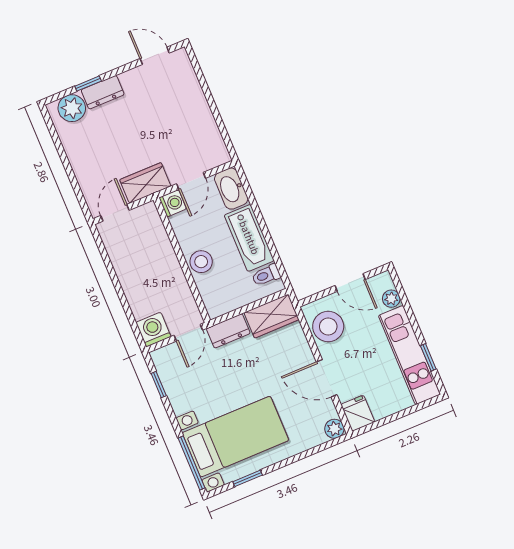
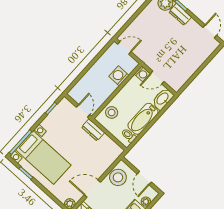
wardrobe: (145, 183) -> (146, 56), removed
stool: (201, 262) -> (112, 112), moved
wardrobe: (271, 316) -> (110, 147), removed
washing machine: (153, 330) -> (119, 76), moved, turned -90
door: (188, 333) -> (83, 111), swing flipped
door: (327, 378) -> (92, 188), hinge flipped

